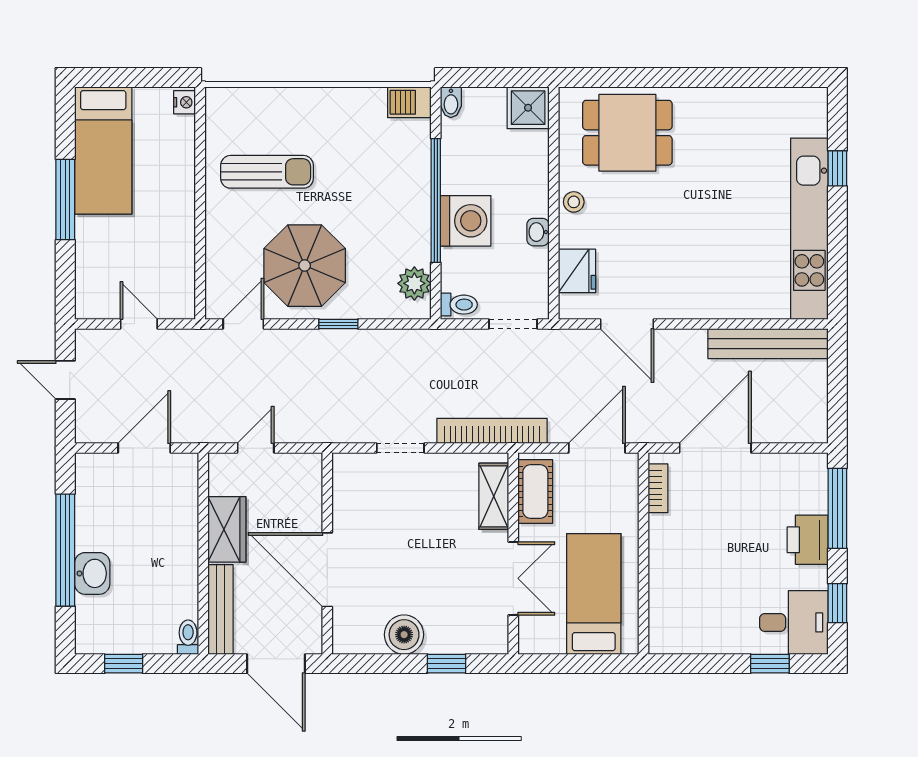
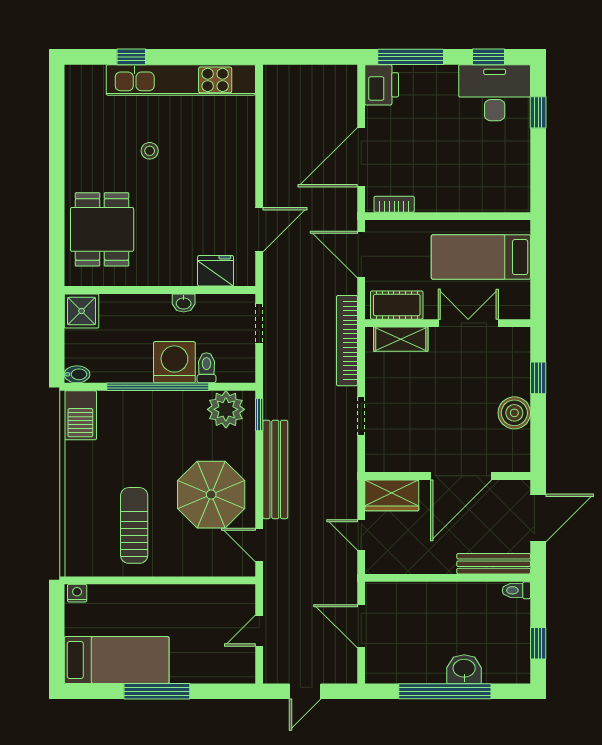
barbecue: (409, 102) -> (80, 415), width x1.38, depth x1.27
stool: (574, 202) -> (150, 151), moved
plant: (414, 283) -> (226, 409), width x1.36, depth x1.36
toilet: (459, 305) -> (206, 368), moved
window: (338, 324) -> (259, 415), moved
bench: (768, 344) -> (275, 469), moved
door: (715, 448) -> (361, 157), hinge flipped
wardrobe: (227, 529) -> (392, 495), moved, turned 180
printer: (808, 540) -> (382, 85), moved, turned -90
desk: (794, 622) -> (495, 93), width x1.37

